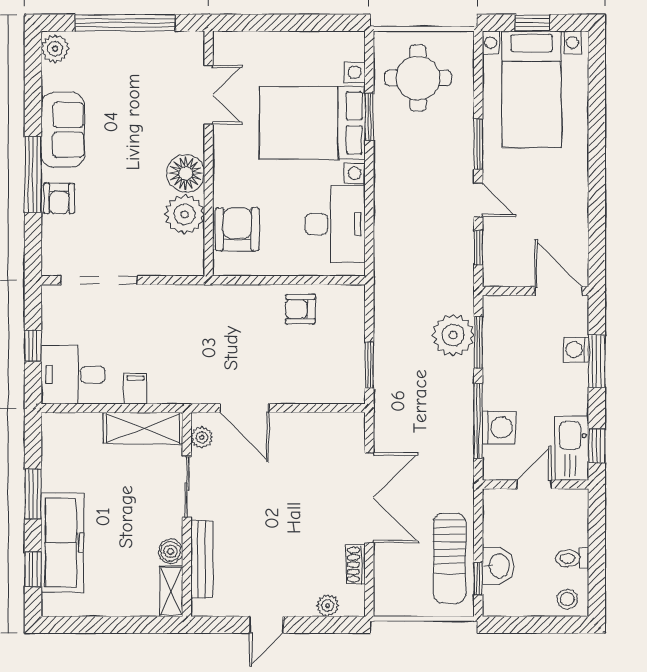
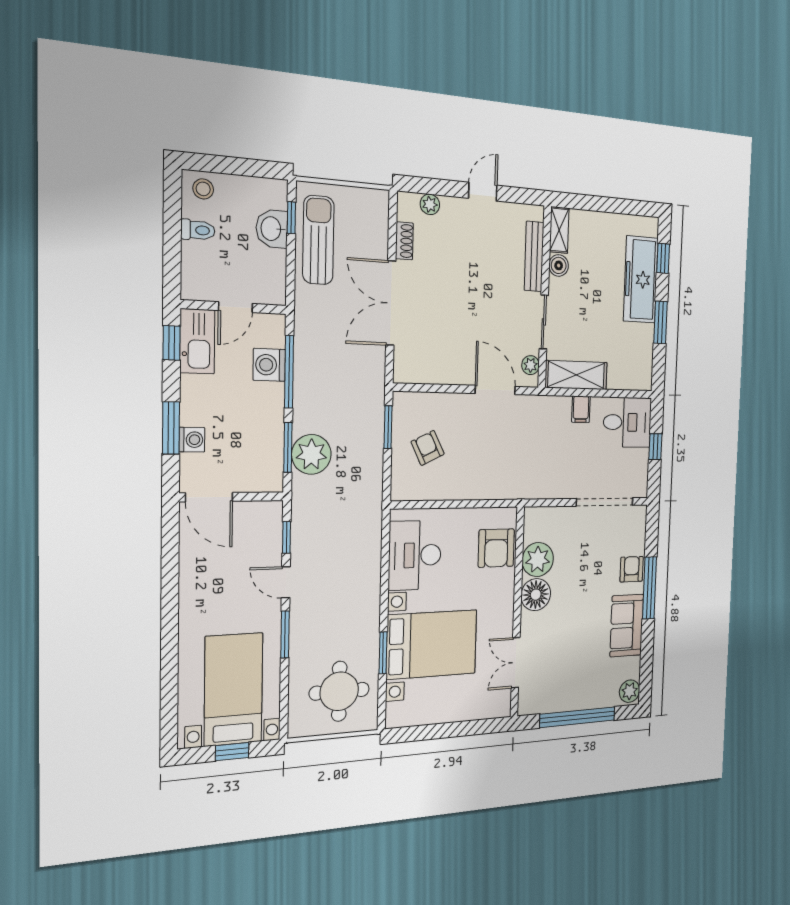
armchair: (300, 309) -> (428, 448), moved, turned -116

